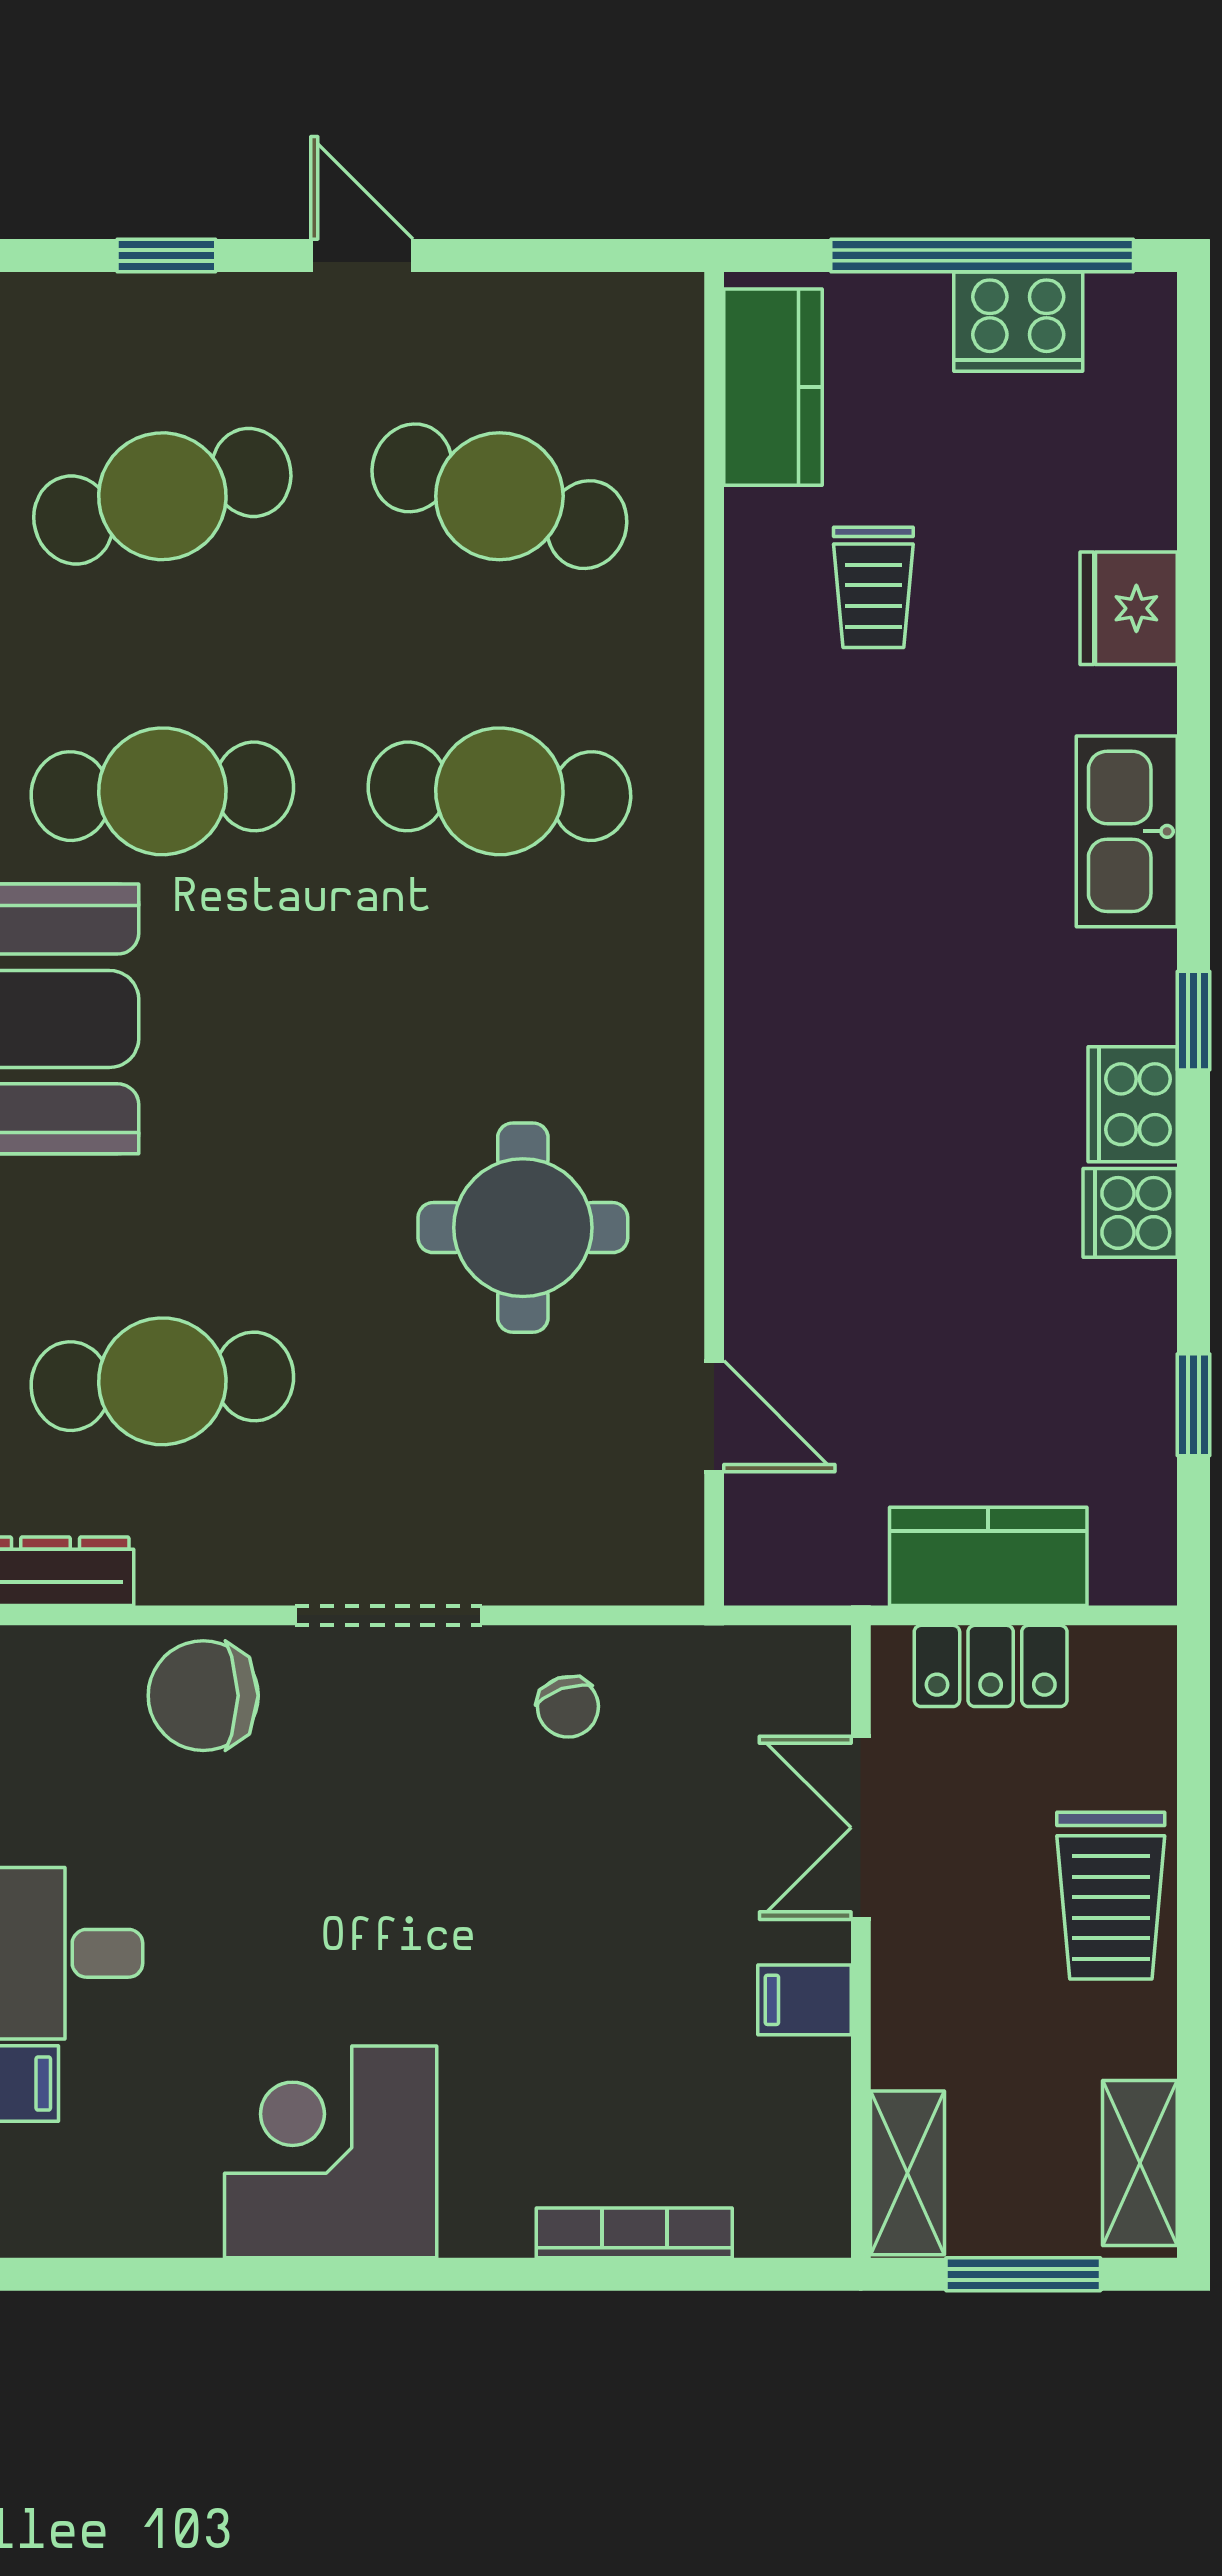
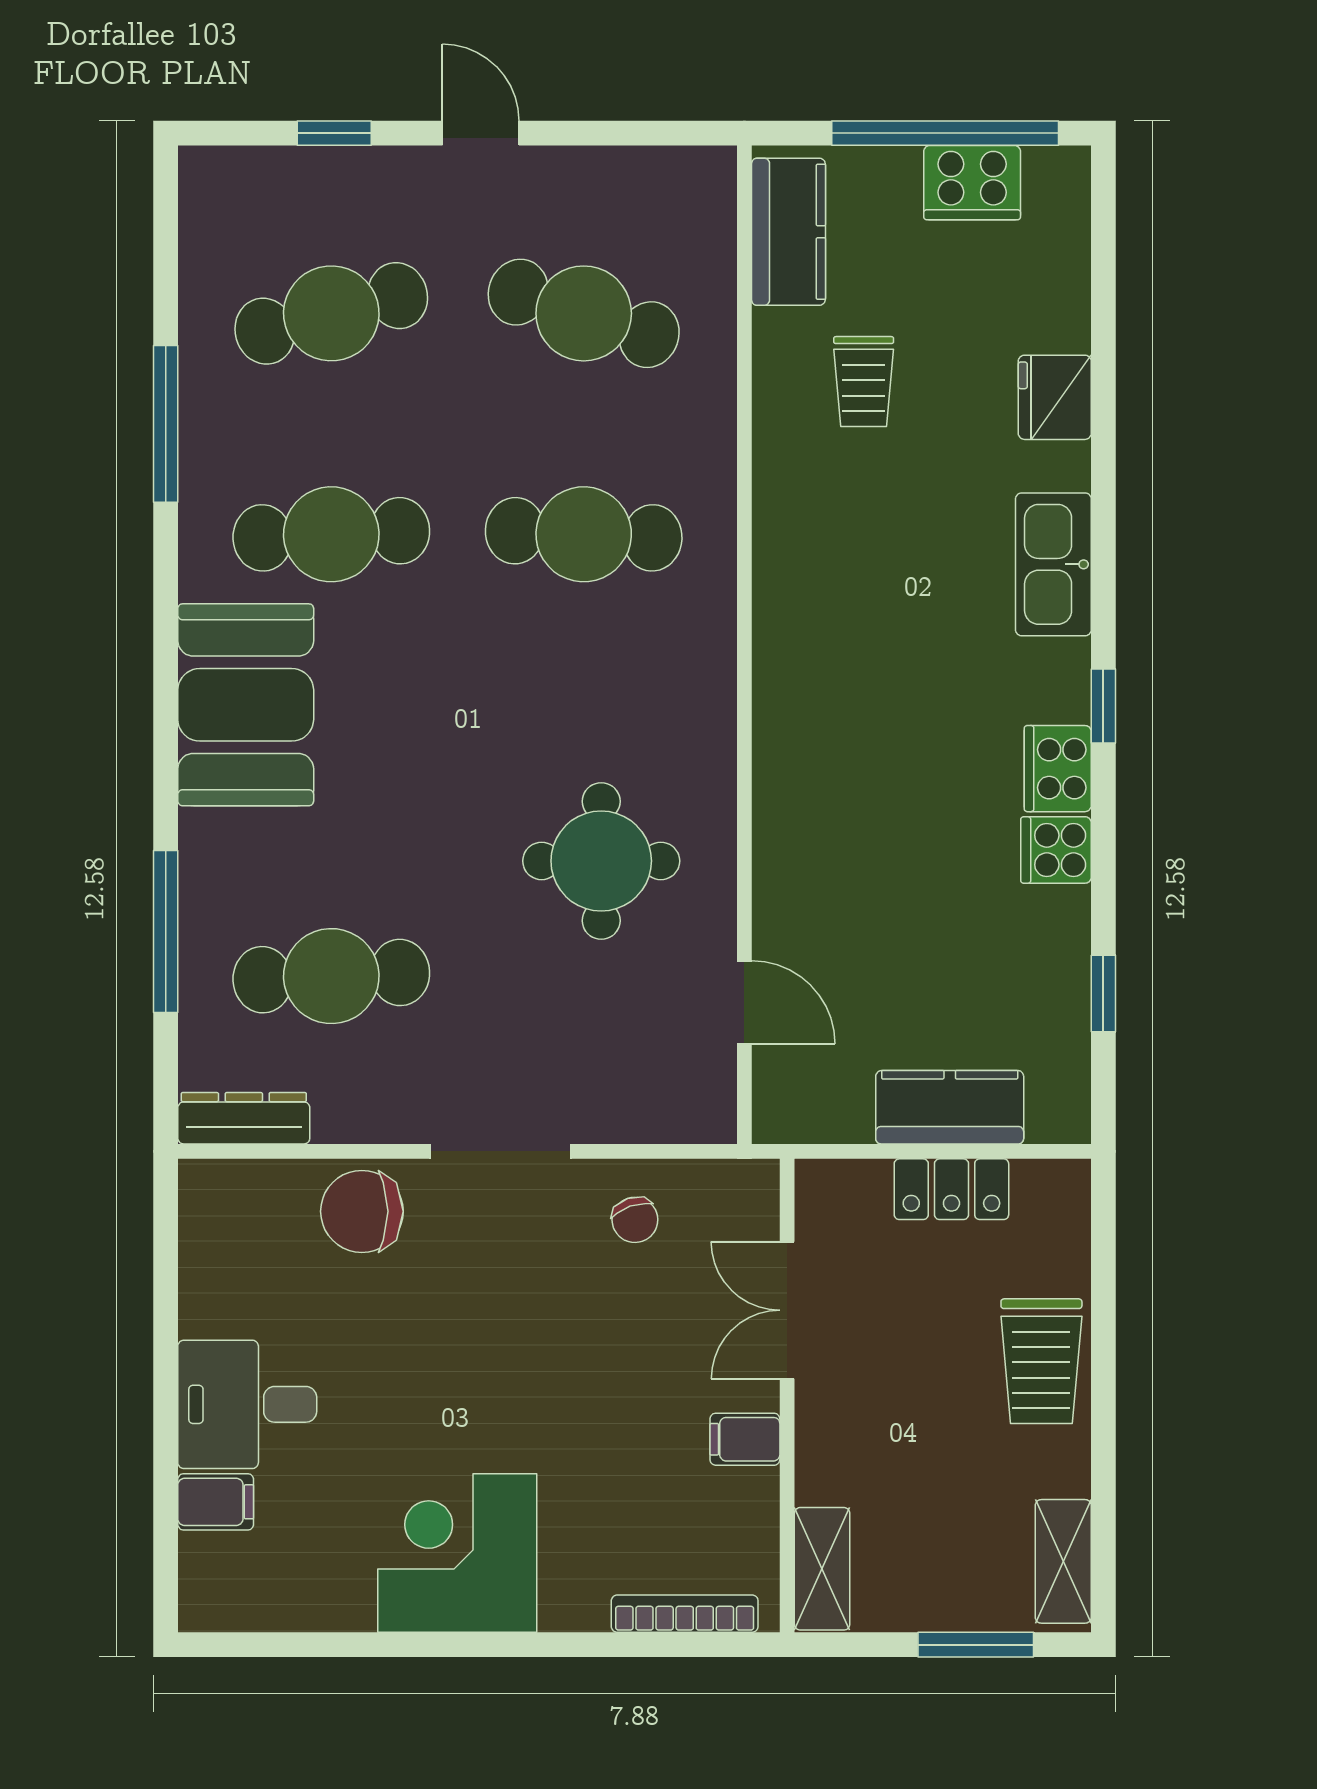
double door: (861, 1828) -> (787, 1310), moved
wall: (861, 1942) -> (787, 1396), moved
filing cabinet: (805, 2000) -> (745, 1439), moved
shelving: (908, 2173) -> (822, 1569), moved

